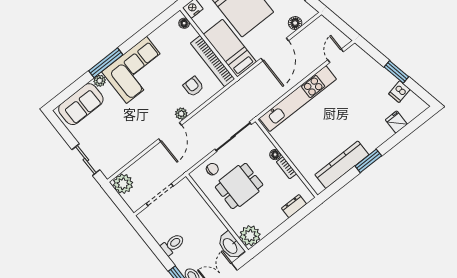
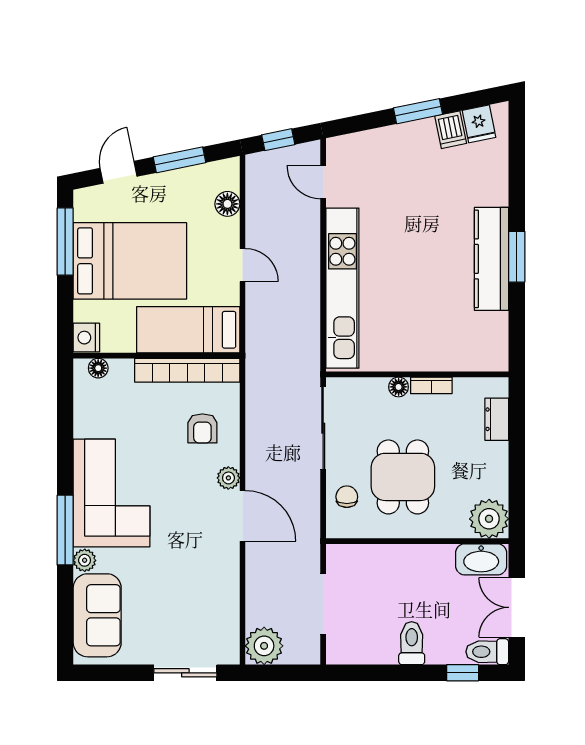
window: (339, 23) -> (278, 140), added
door: (275, 49) -> (243, 265), width x0.53
armchair: (193, 86) -> (202, 428), turned -90
fridge: (396, 122) -> (479, 124), moved, turned -102
kitchen counter: (342, 165) -> (491, 259), moved

